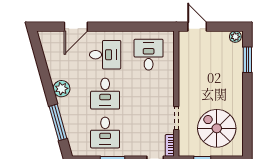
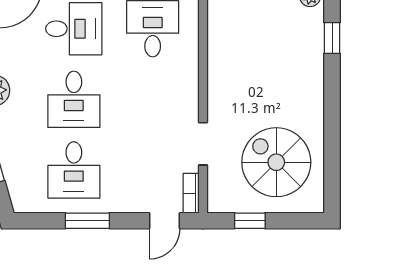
window: (247, 60) -> (332, 38), width x0.67

